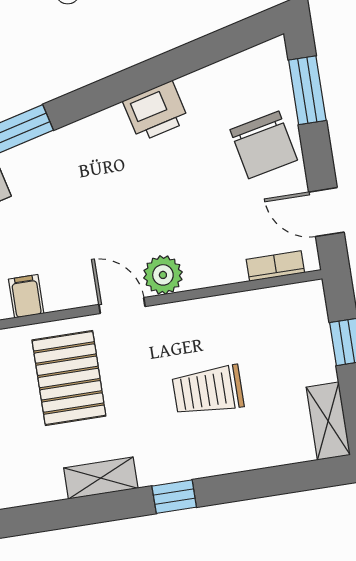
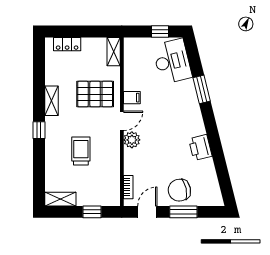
window: (307, 90) -> (183, 212), moved
filing cabinet: (26, 296) -> (132, 98), moved

